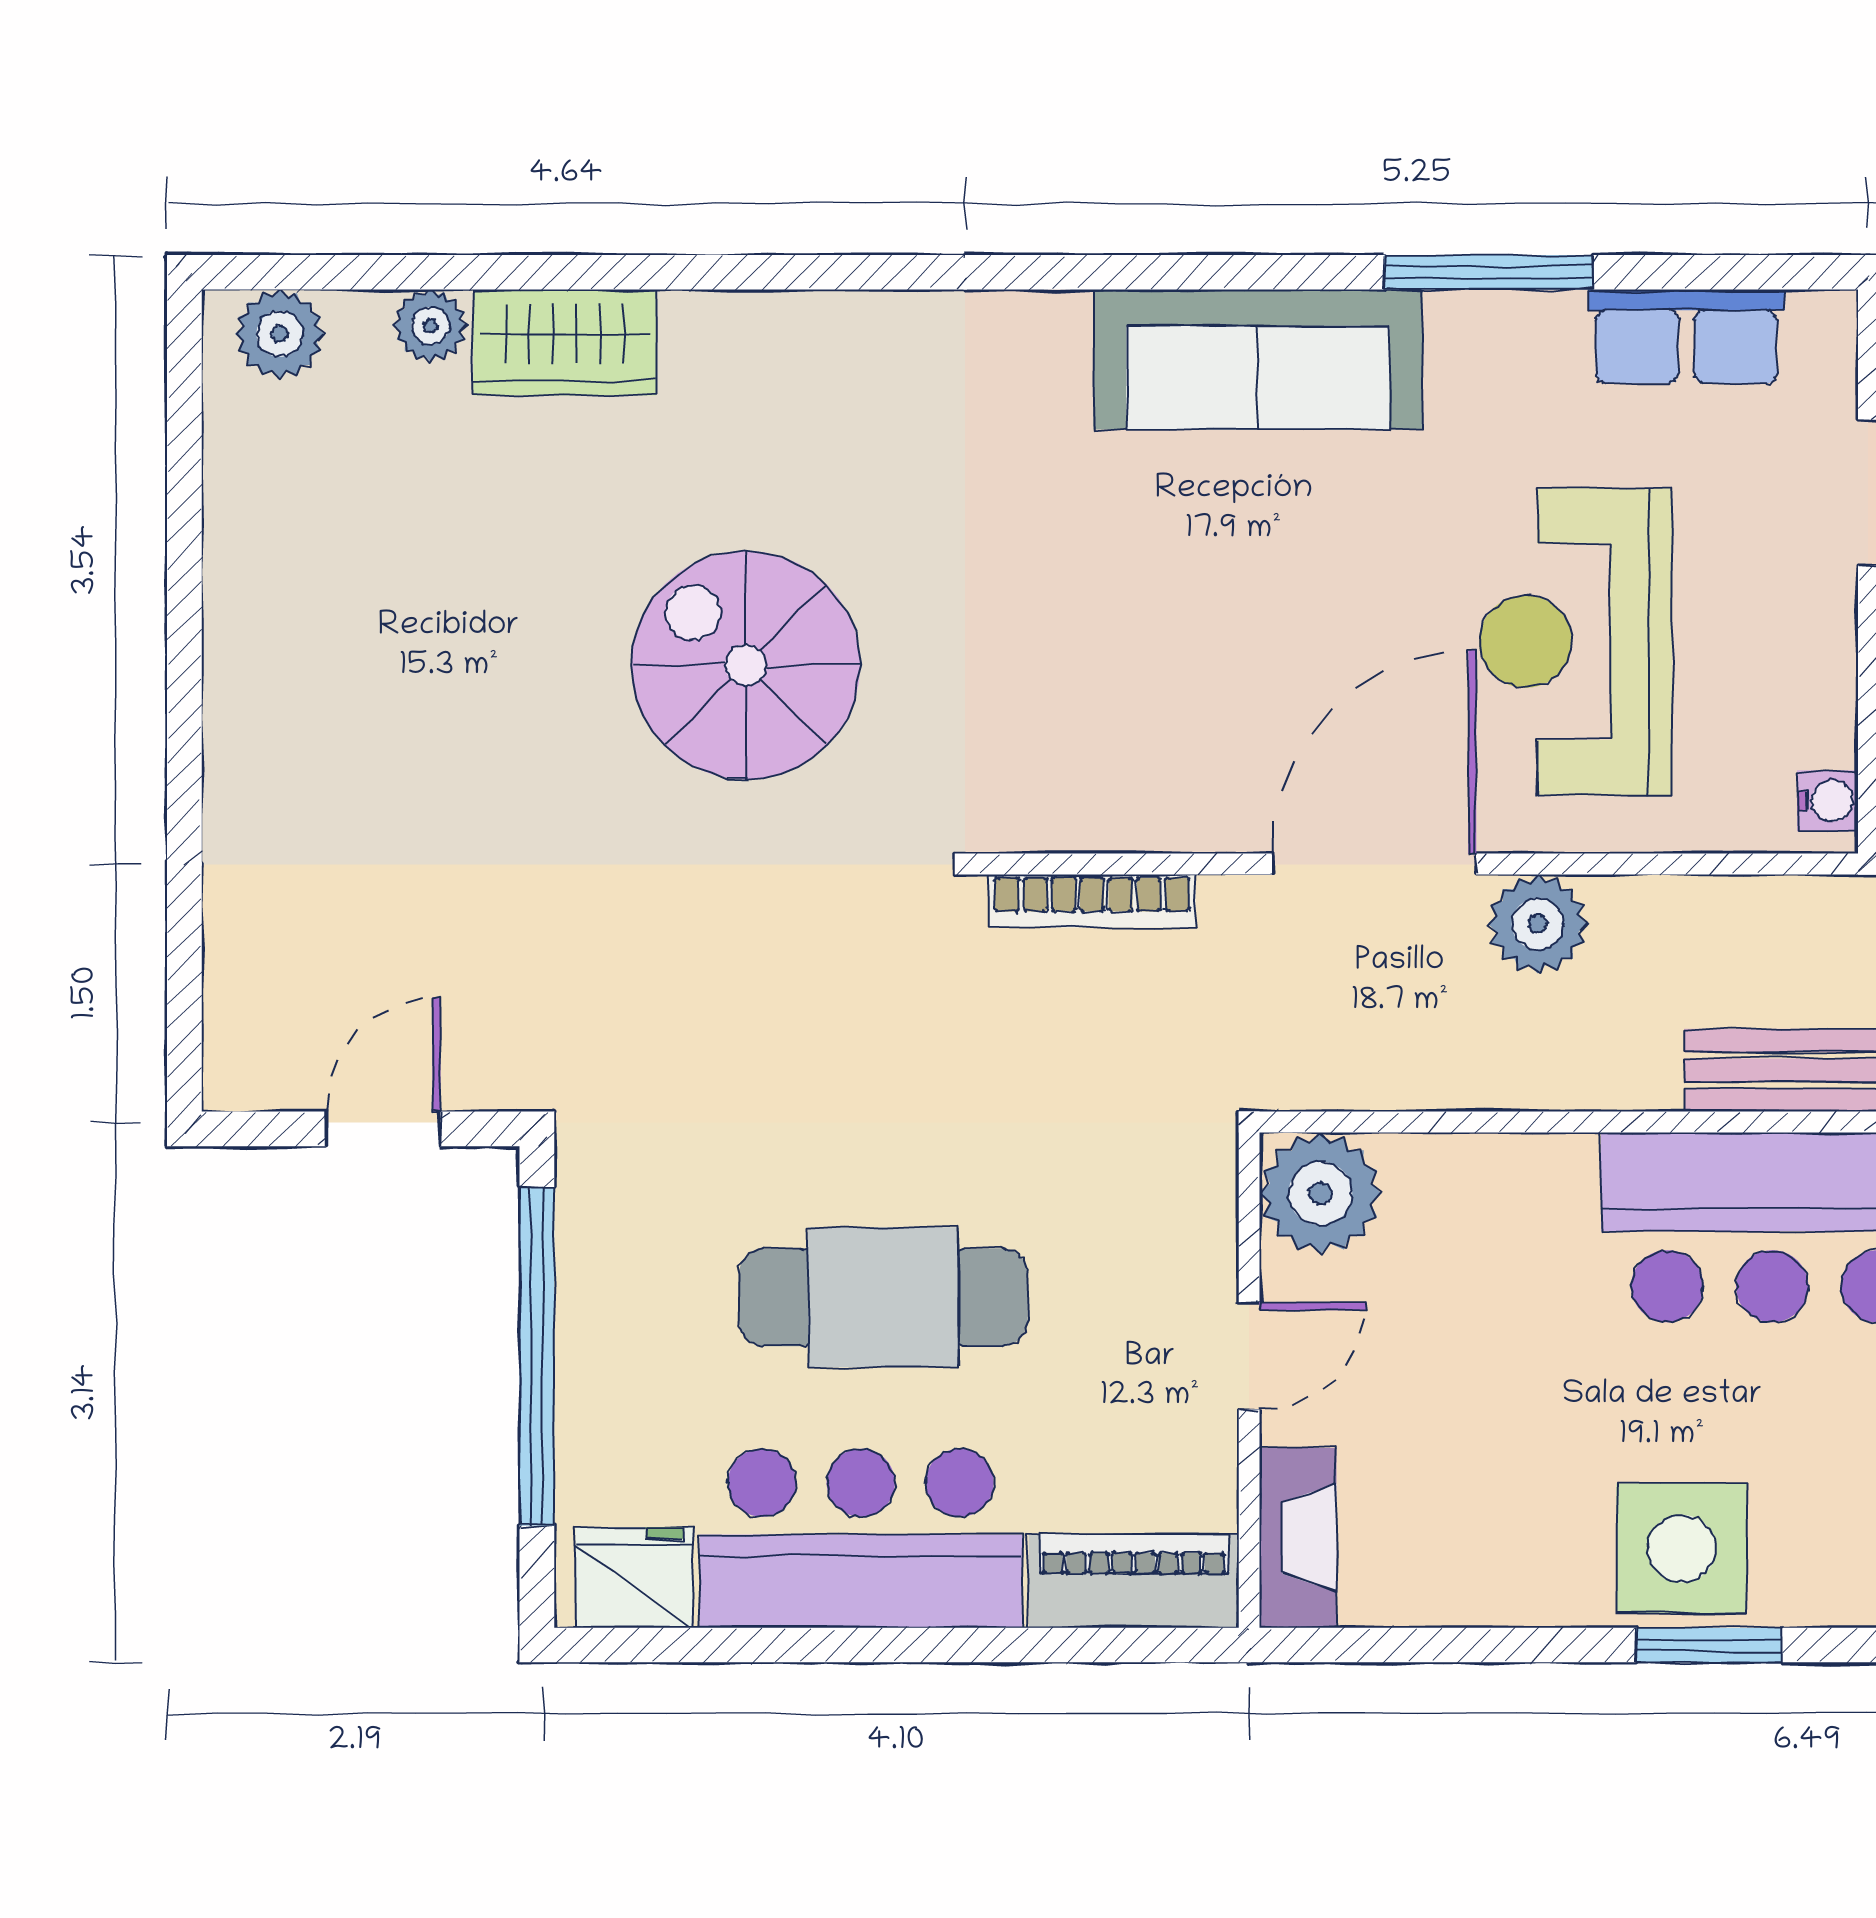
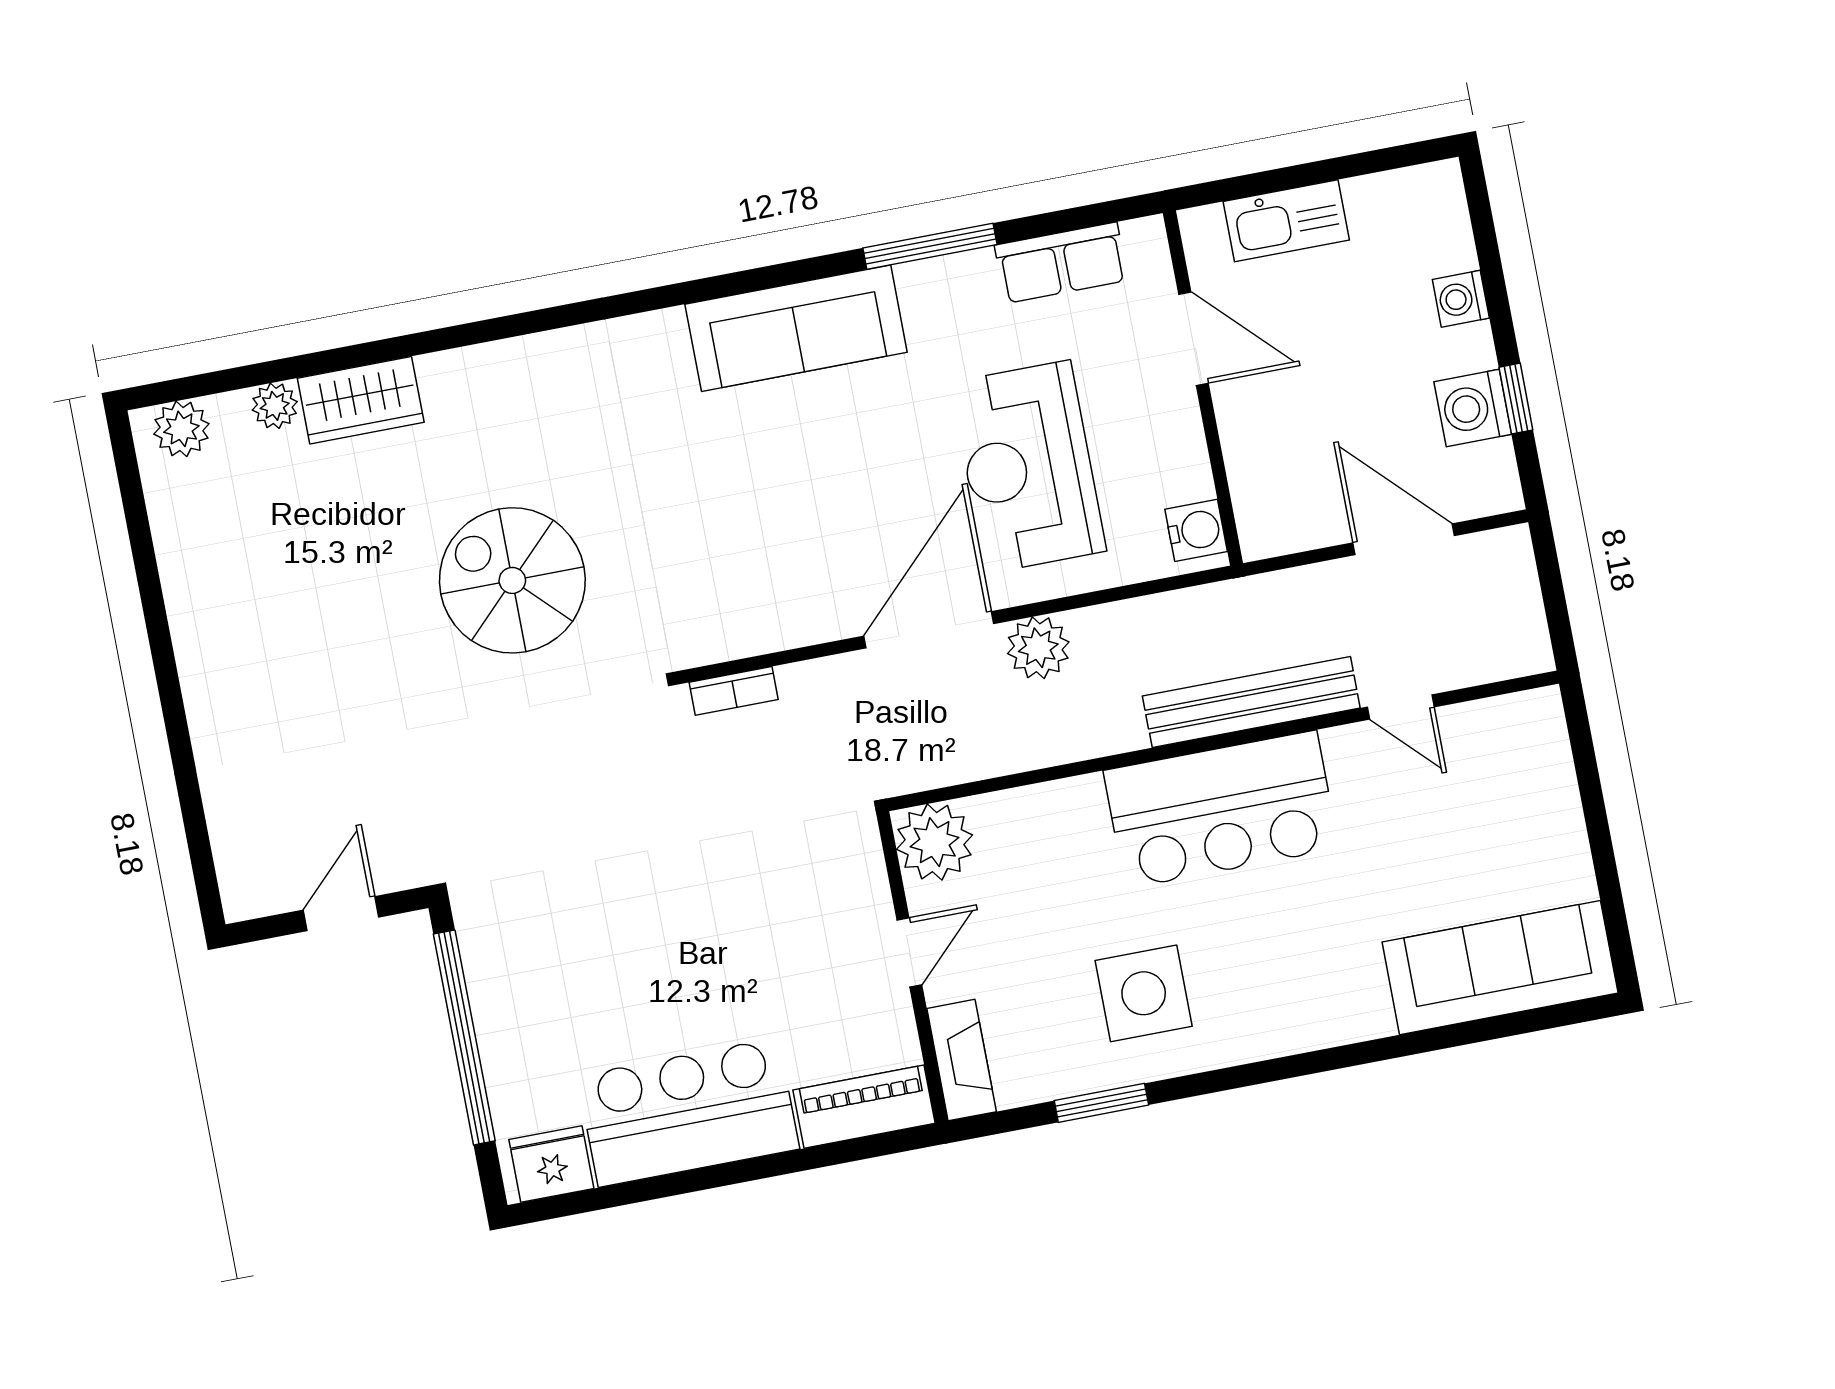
water cooler: (1828, 801) -> (1196, 530), width x1.38, depth x1.38
bookcase: (1092, 901) -> (734, 691), width x0.64
cafe table: (883, 1297) -> (674, 959), removed
side table: (1682, 1549) -> (1144, 993), moved
window: (1709, 1645) -> (1101, 1103), moved

